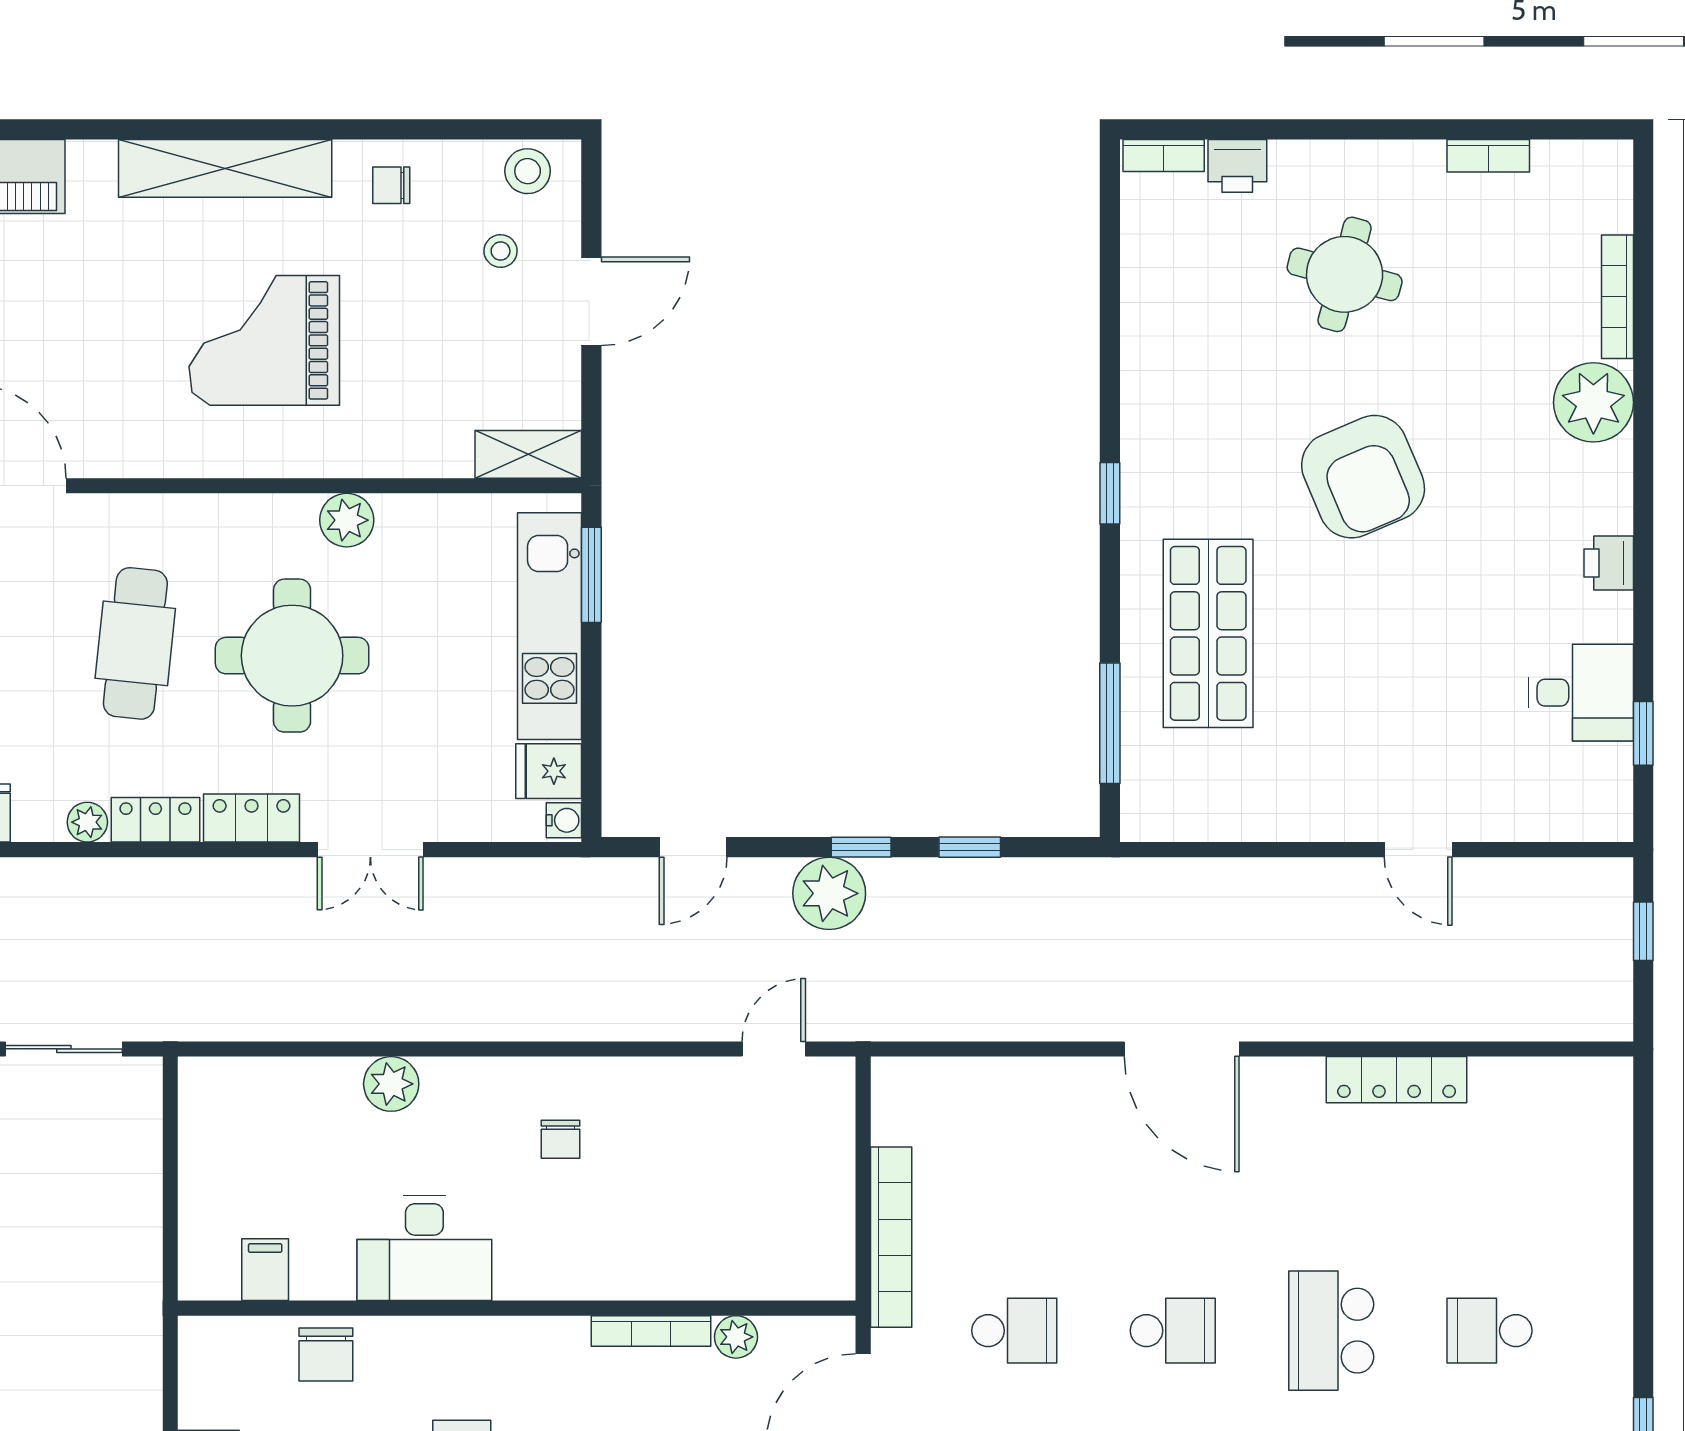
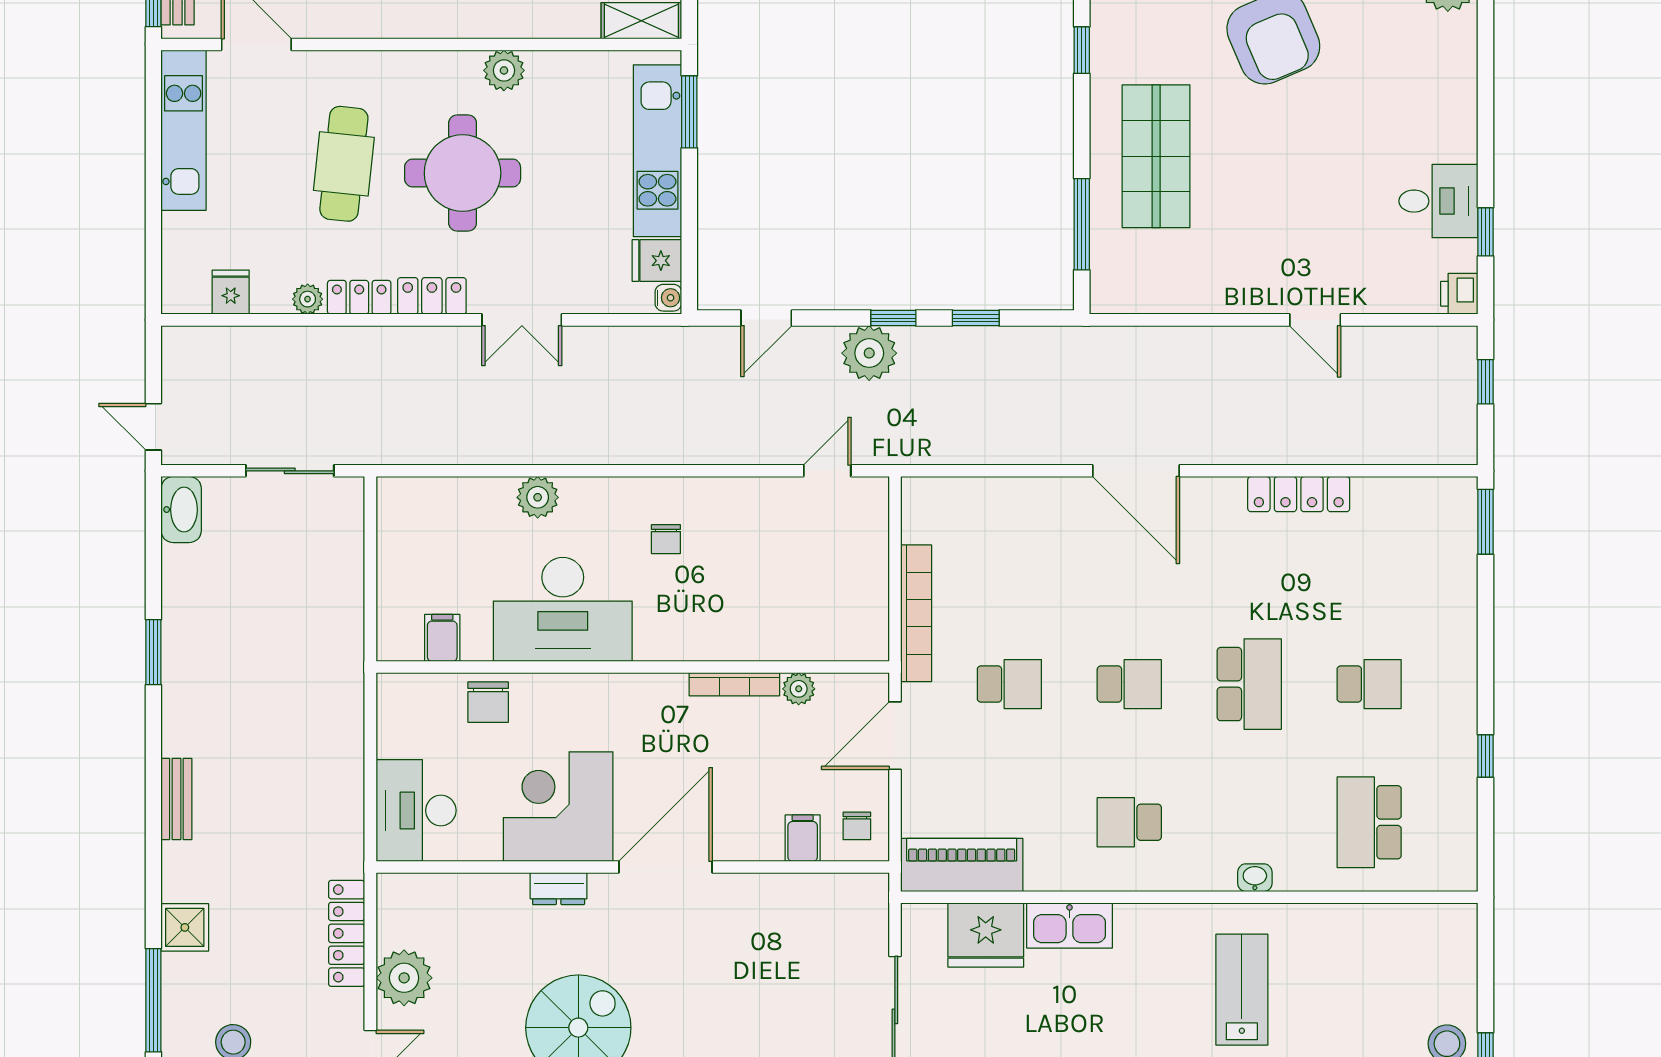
printer: (1609, 563) -> (1459, 294), moved
window: (1643, 1116) -> (1485, 522), added
desk: (424, 1248) -> (563, 609), width x1.36, depth x1.30
school desk: (1331, 1331) -> (1249, 684), turned 180
school desk: (1490, 1331) -> (1369, 684), turned 180

